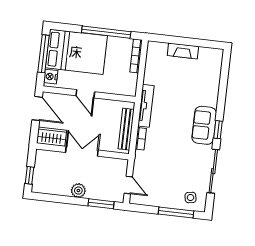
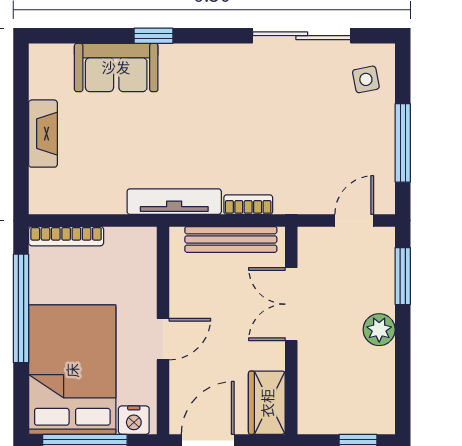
sofa: (204, 125) -> (116, 67), moved
window: (218, 130) -> (154, 36), moved
double door: (82, 151) -> (291, 304), moved
window: (176, 212) -> (403, 143), moved

